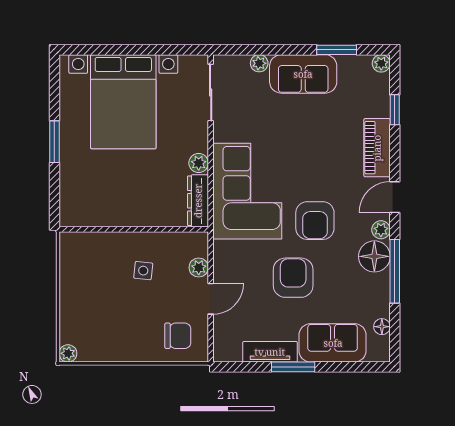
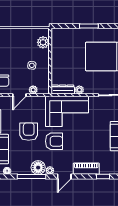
door: (395, 197) -> (64, 177), swing flipped
armchair: (315, 221) -> (54, 141), turned 180
plant: (91, 245) -> (43, 42), added
armchair: (293, 278) -> (29, 132), turned -90
door: (211, 299) -> (19, 95), hinge flipped

